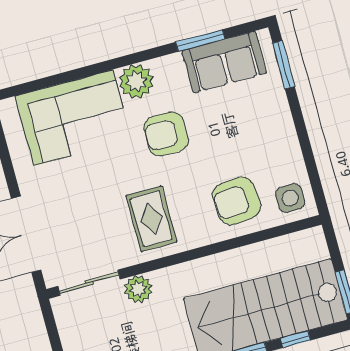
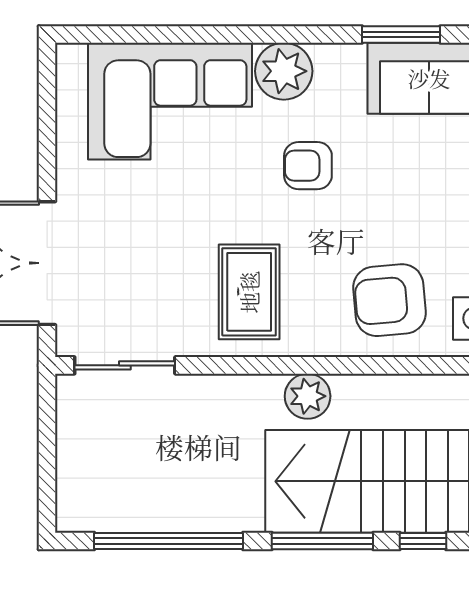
armchair: (166, 134) -> (308, 166), width x0.72, depth x0.72
plant: (138, 289) -> (308, 396), moved

